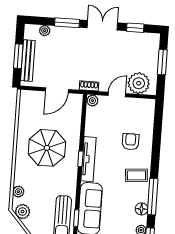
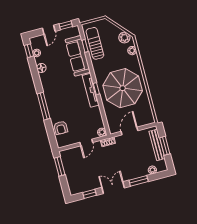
double door: (102, 25) -> (113, 188), swing flipped
window: (162, 62) -> (60, 166), moved
plant: (139, 83) -> (74, 156), removed
armchair: (131, 142) -> (61, 128), moved
parasol: (47, 148) -> (123, 88), width x1.36, depth x1.36
coffee table: (136, 175) -> (53, 90), removed
window: (153, 197) -> (44, 106), moved

